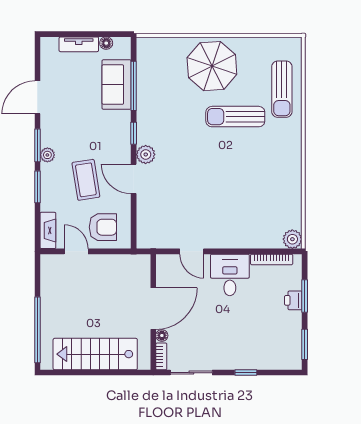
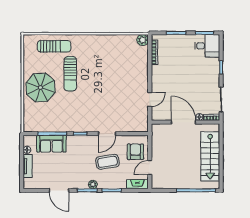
plant: (146, 154) -> (93, 127), removed
desk: (230, 275) -> (207, 46), moved, turned 180
printer: (293, 300) -> (179, 40), removed

